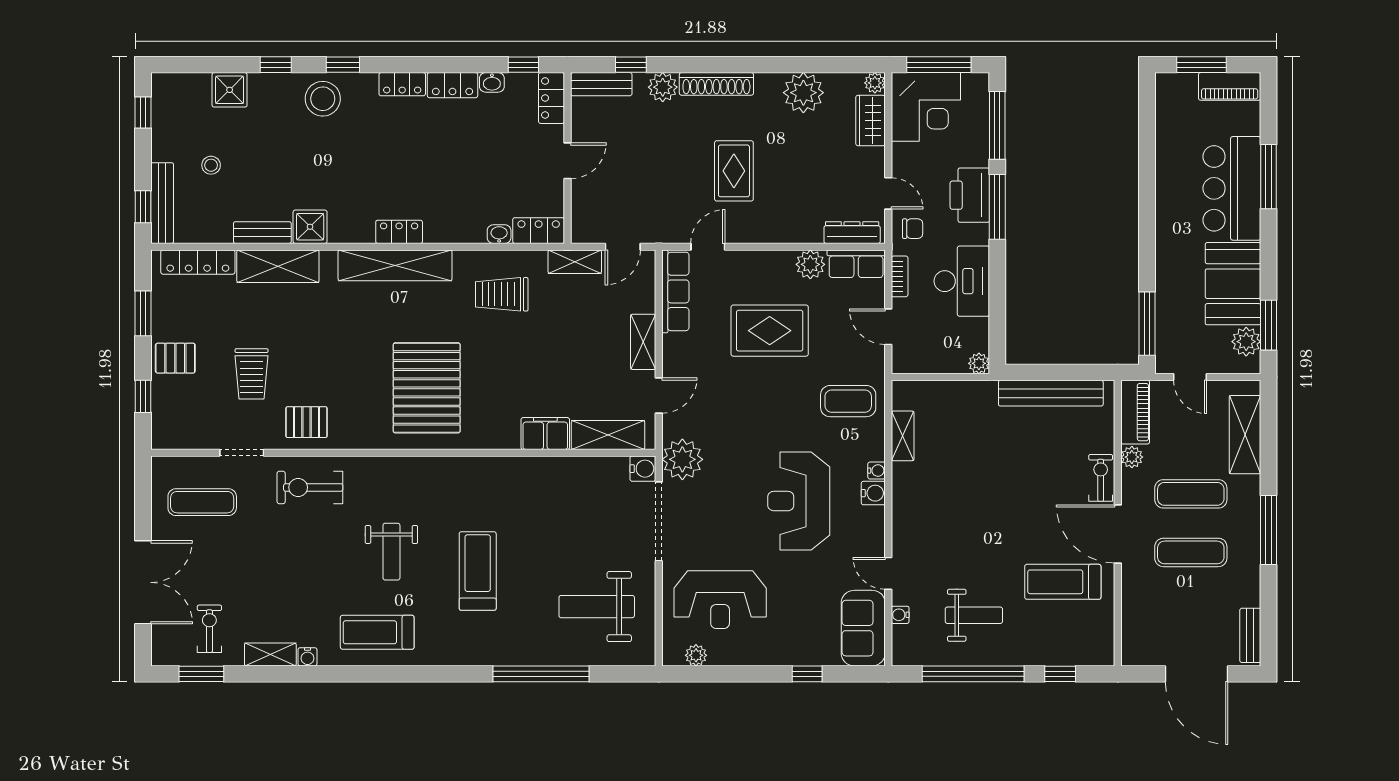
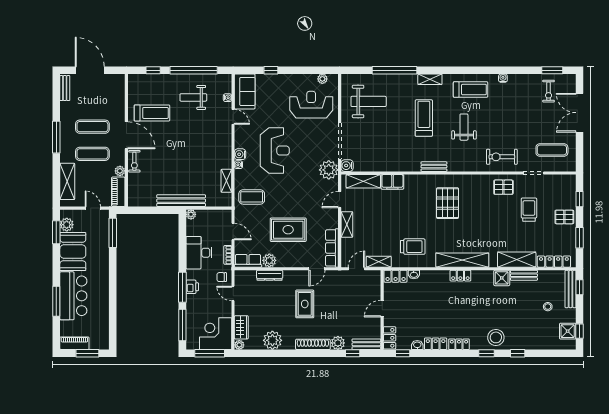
shower: (230, 90) -> (568, 331), moved
printer: (970, 195) -> (192, 287), width x0.53, depth x0.68
dresser: (852, 233) -> (270, 275), moved
pallet: (427, 388) -> (448, 203), width x0.73, depth x0.71
bench: (1051, 393) -> (181, 201), moved
bench: (456, 466) -> (434, 167), added
exercise bike: (310, 487) -> (502, 157), turned 180
treadmill: (478, 571) -> (424, 118), turned 180
shelving: (270, 654) -> (430, 79), moved

